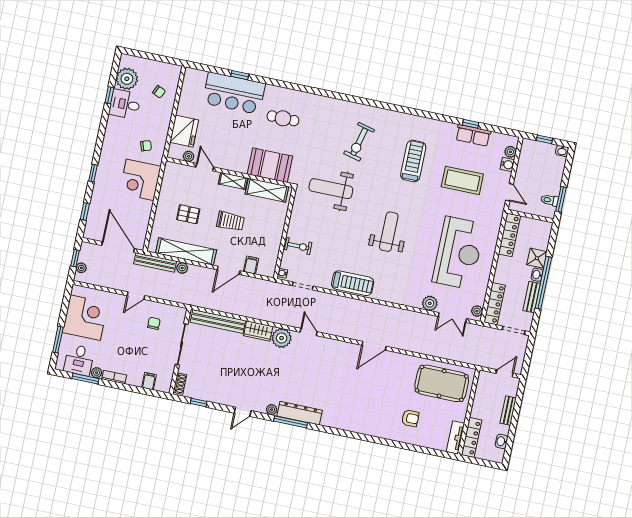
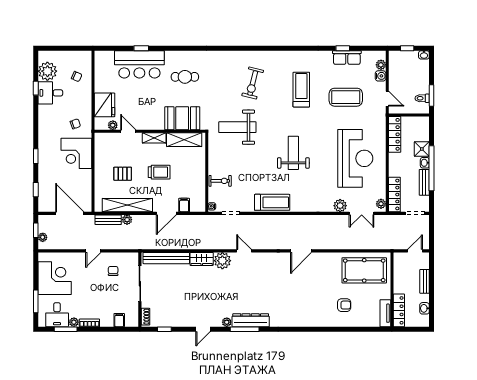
bench: (155, 262) -> (108, 220), width x0.73

